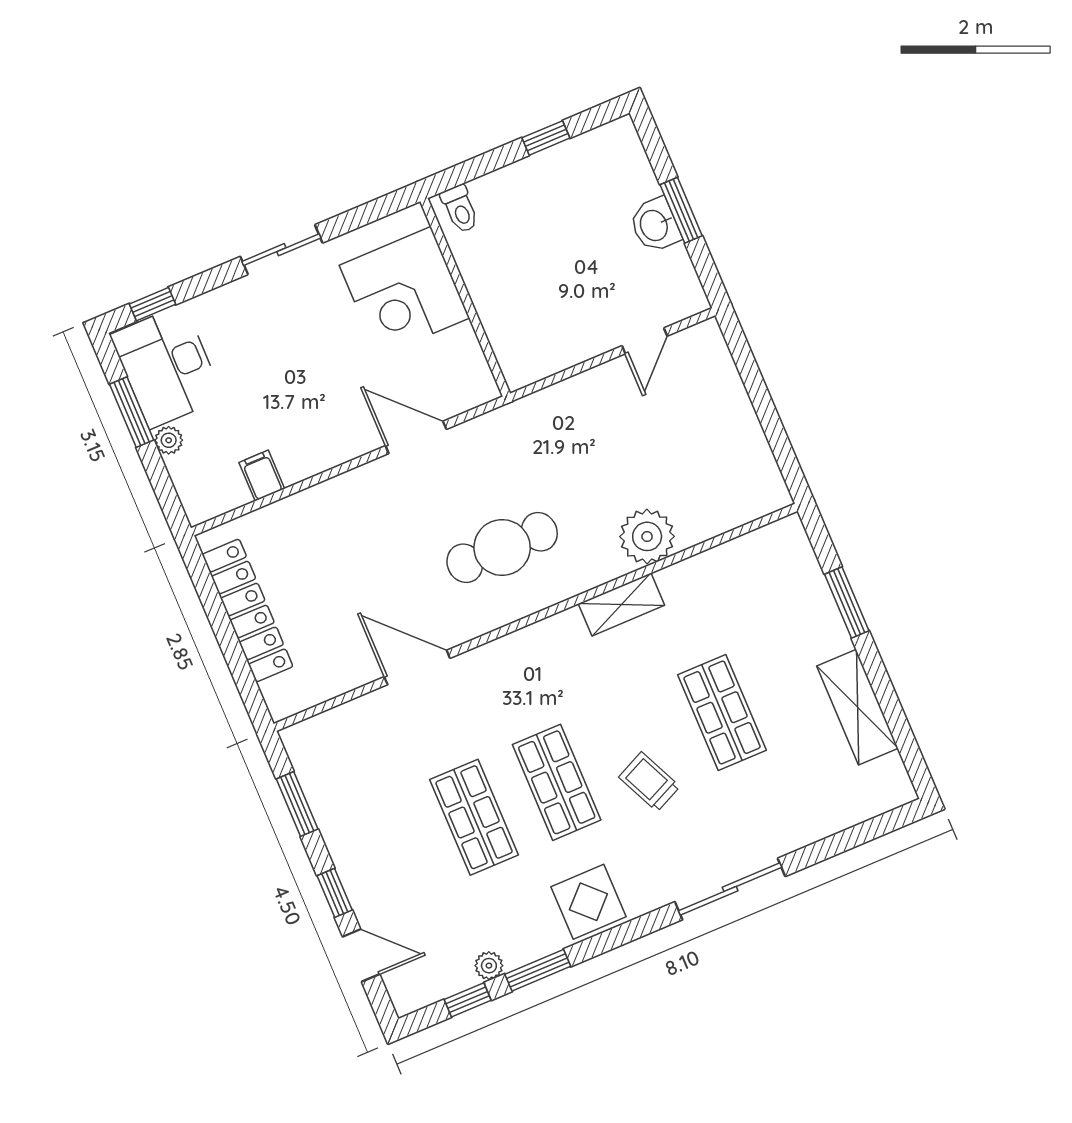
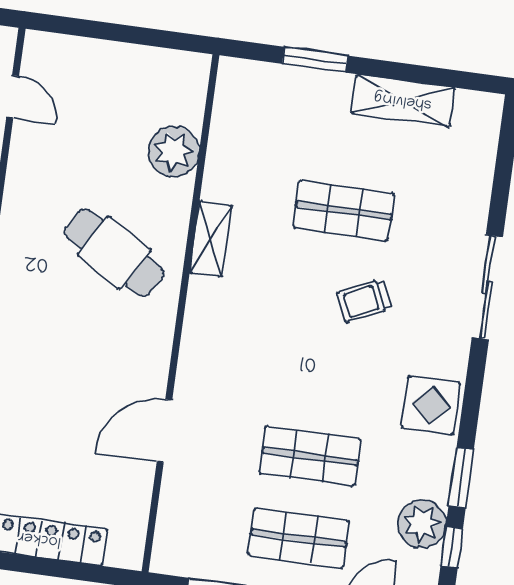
plant: (647, 536) -> (174, 152), moved
cafe table: (502, 547) -> (114, 253), moved, turned -59
shop shelf: (557, 782) -> (299, 538), moved
plant: (489, 966) -> (422, 524), width x1.88, depth x1.88

